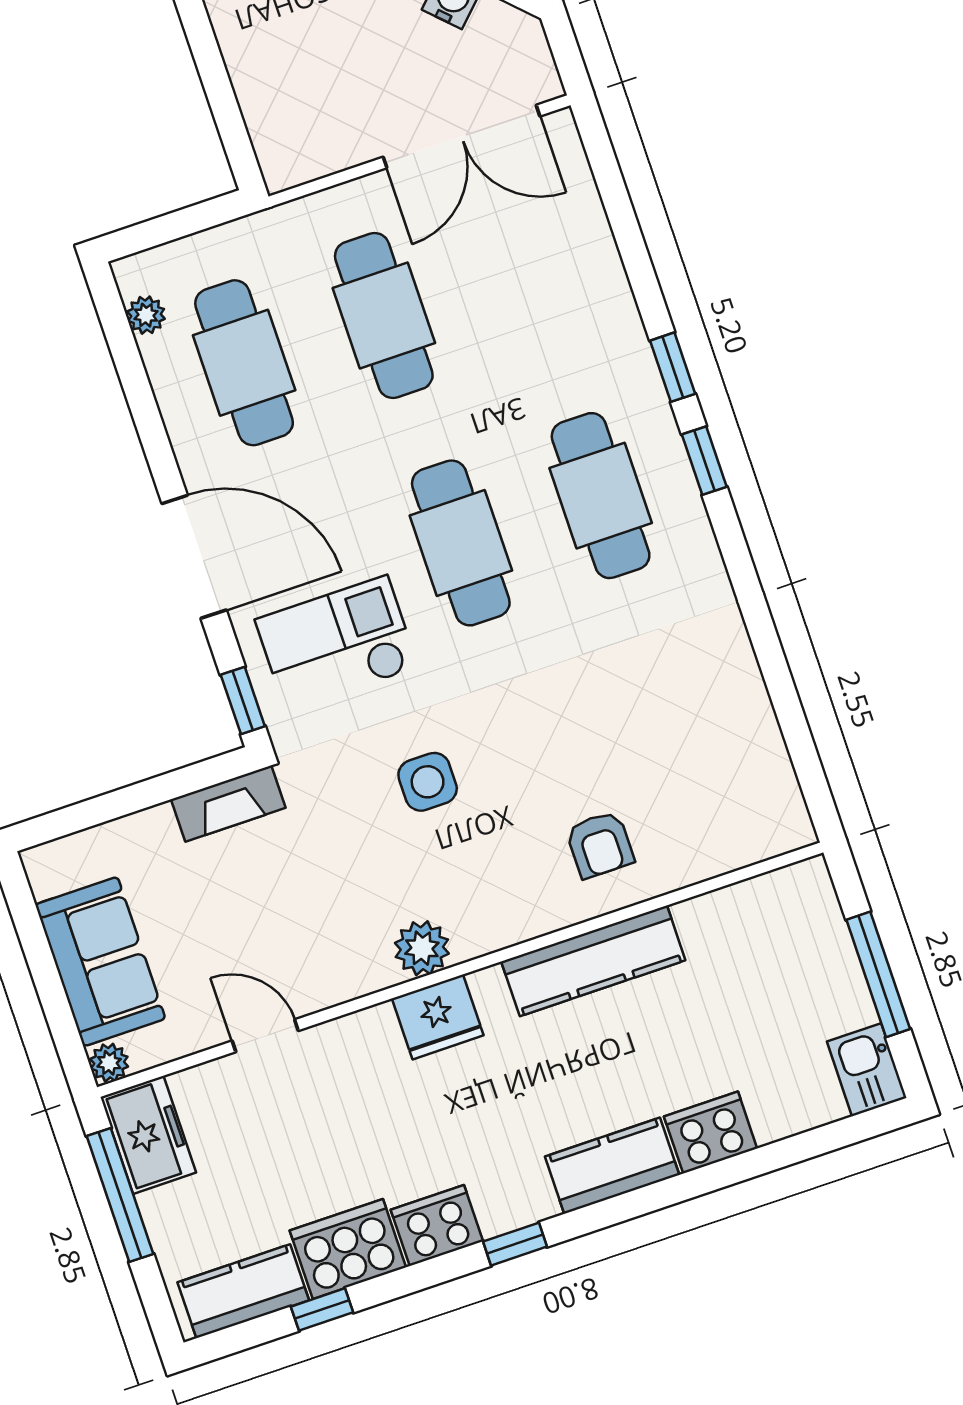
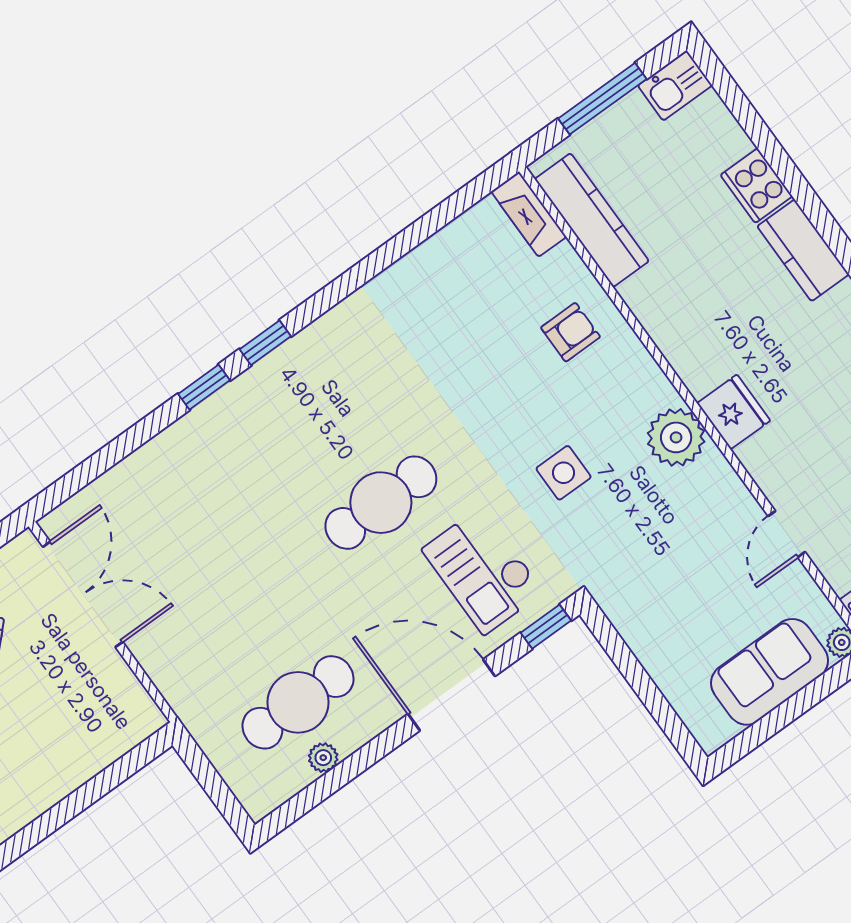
plant: (146, 315) -> (323, 758), moved
cafe table: (384, 315) -> (232, 611), removed
cafe table: (601, 496) -> (314, 411), removed
door: (194, 557) -> (452, 695), hinge flipped
fireplace: (228, 804) -> (529, 214), moved, turned 180
plant: (422, 948) -> (676, 437), width x1.36, depth x1.36
kitchen counter: (593, 961) -> (592, 220), moved

